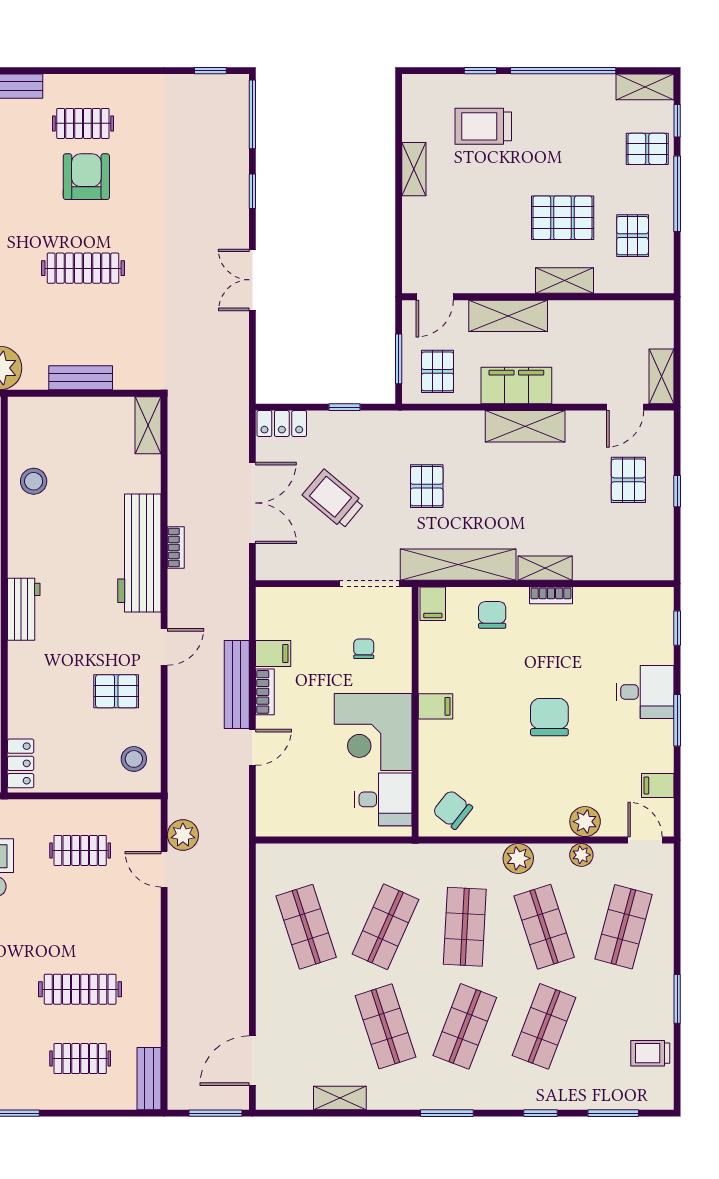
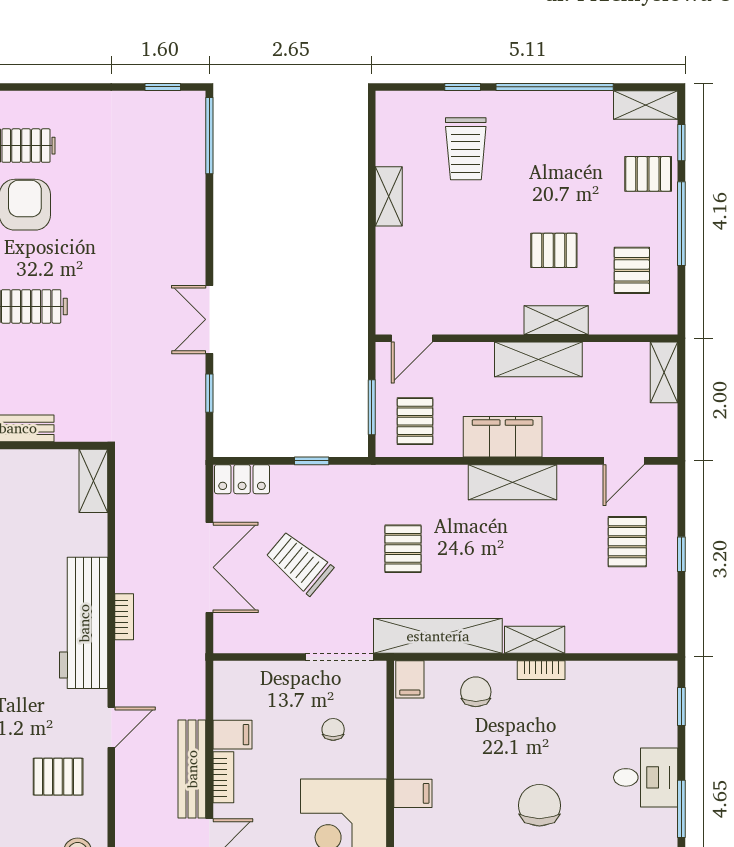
trolley: (483, 126) -> (466, 149), turned -90
window: (252, 191) -> (209, 393), moved
pallet: (563, 218) -> (554, 250), width x0.67, depth x0.71
shelving: (508, 316) -> (538, 359), moved
shelving: (661, 376) -> (664, 372), moved

